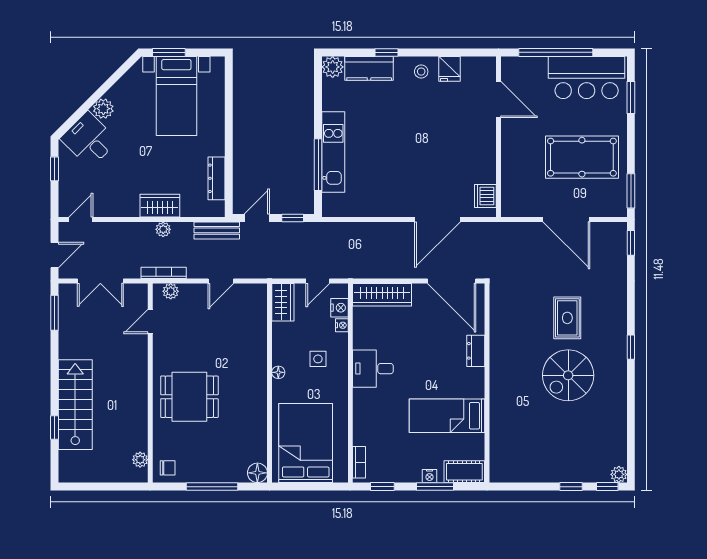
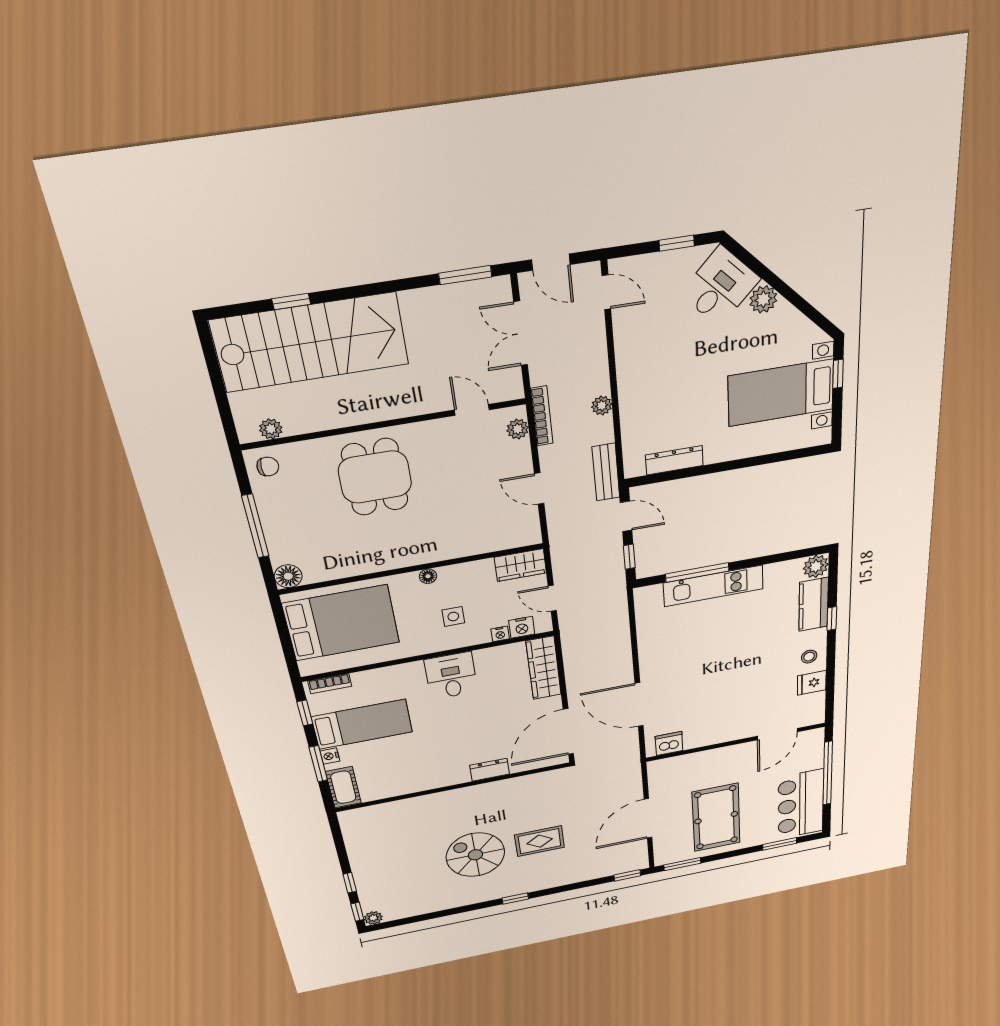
window: (169, 52) -> (838, 374), width x0.67
wardrobe: (160, 206) -> (634, 396), removed
stairs: (75, 405) -> (311, 342), width x1.36, depth x1.51
bed: (447, 416) -> (362, 724), moved, turned 90
chair: (168, 468) -> (268, 467), turned -90

